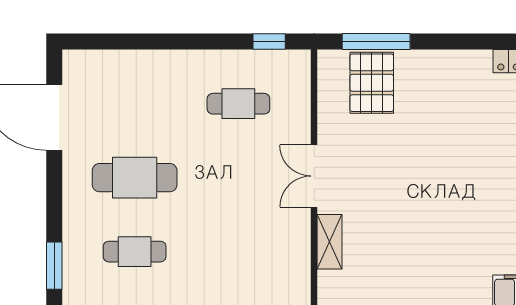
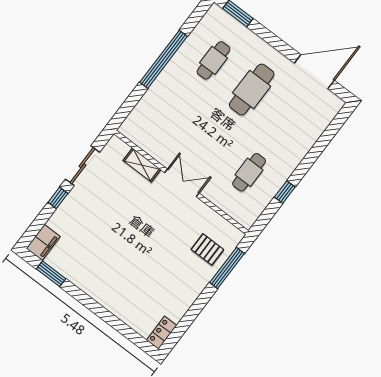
window: (269, 41) -> (285, 192), moved
pallet: (372, 83) -> (207, 249), width x0.67, depth x0.71

